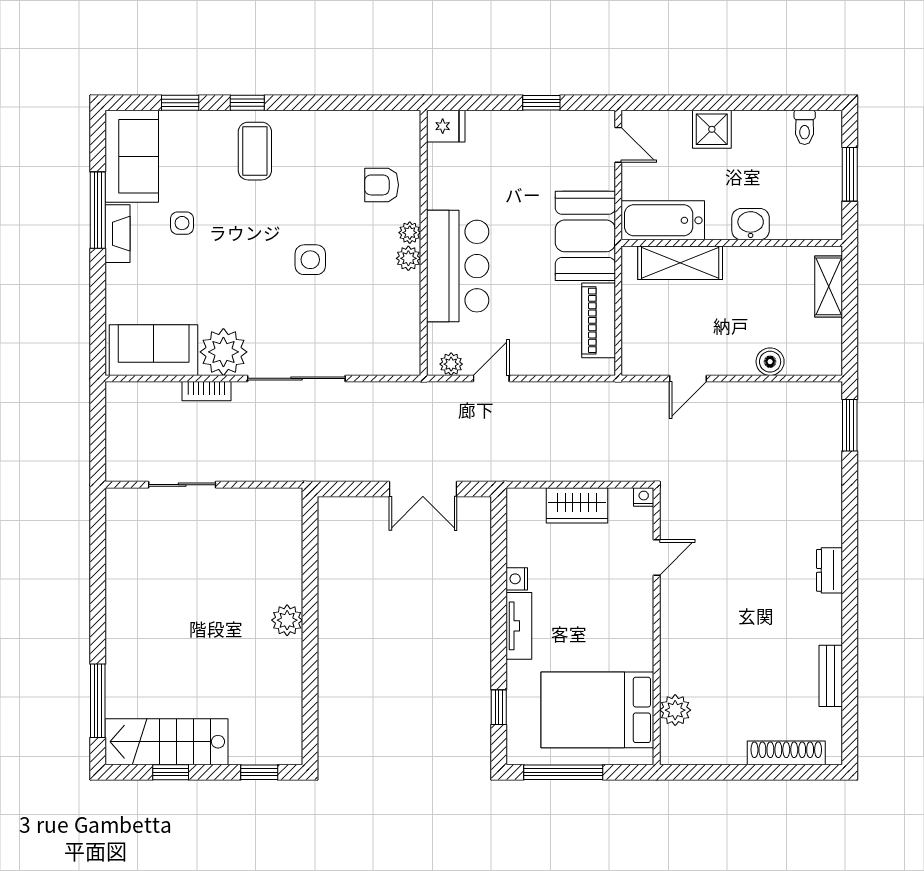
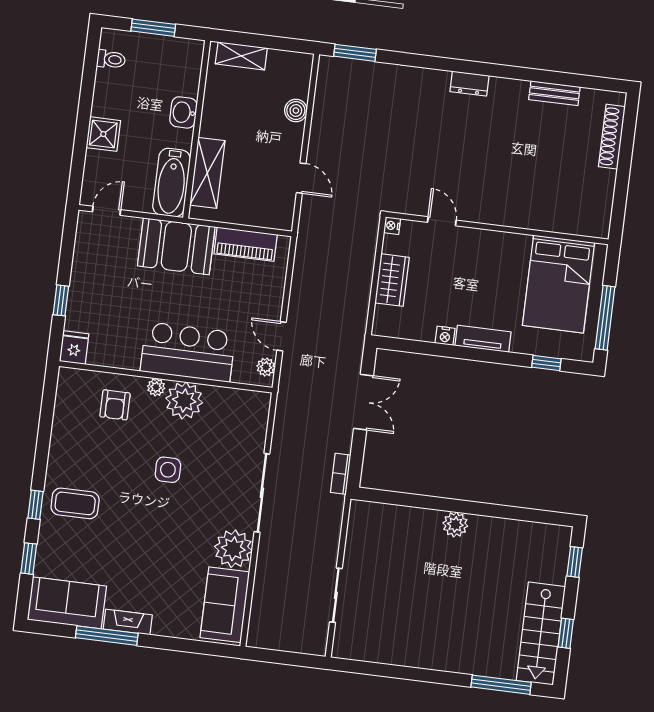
window: (541, 103) -> (61, 300), moved
side table: (182, 223) -> (126, 569), removed
plant: (408, 258) -> (184, 400), width x1.88, depth x1.88
bookcase: (206, 391) -> (341, 474), moved, turned 180
plant: (675, 710) -> (566, 222), removed

